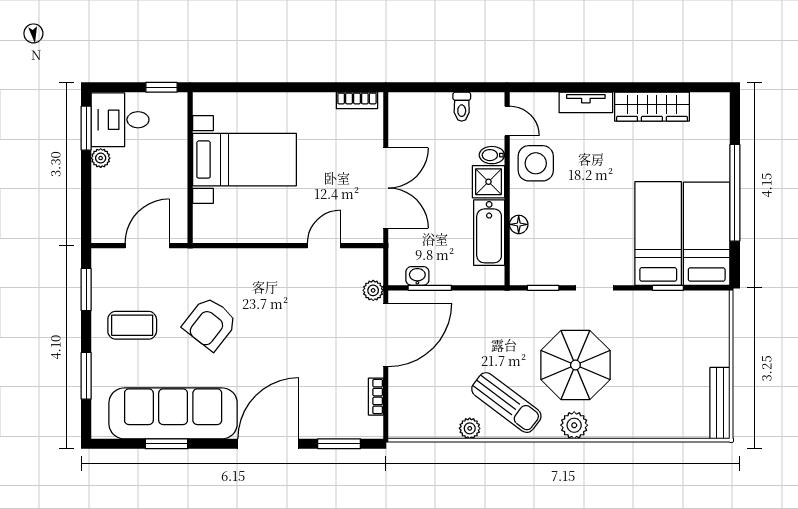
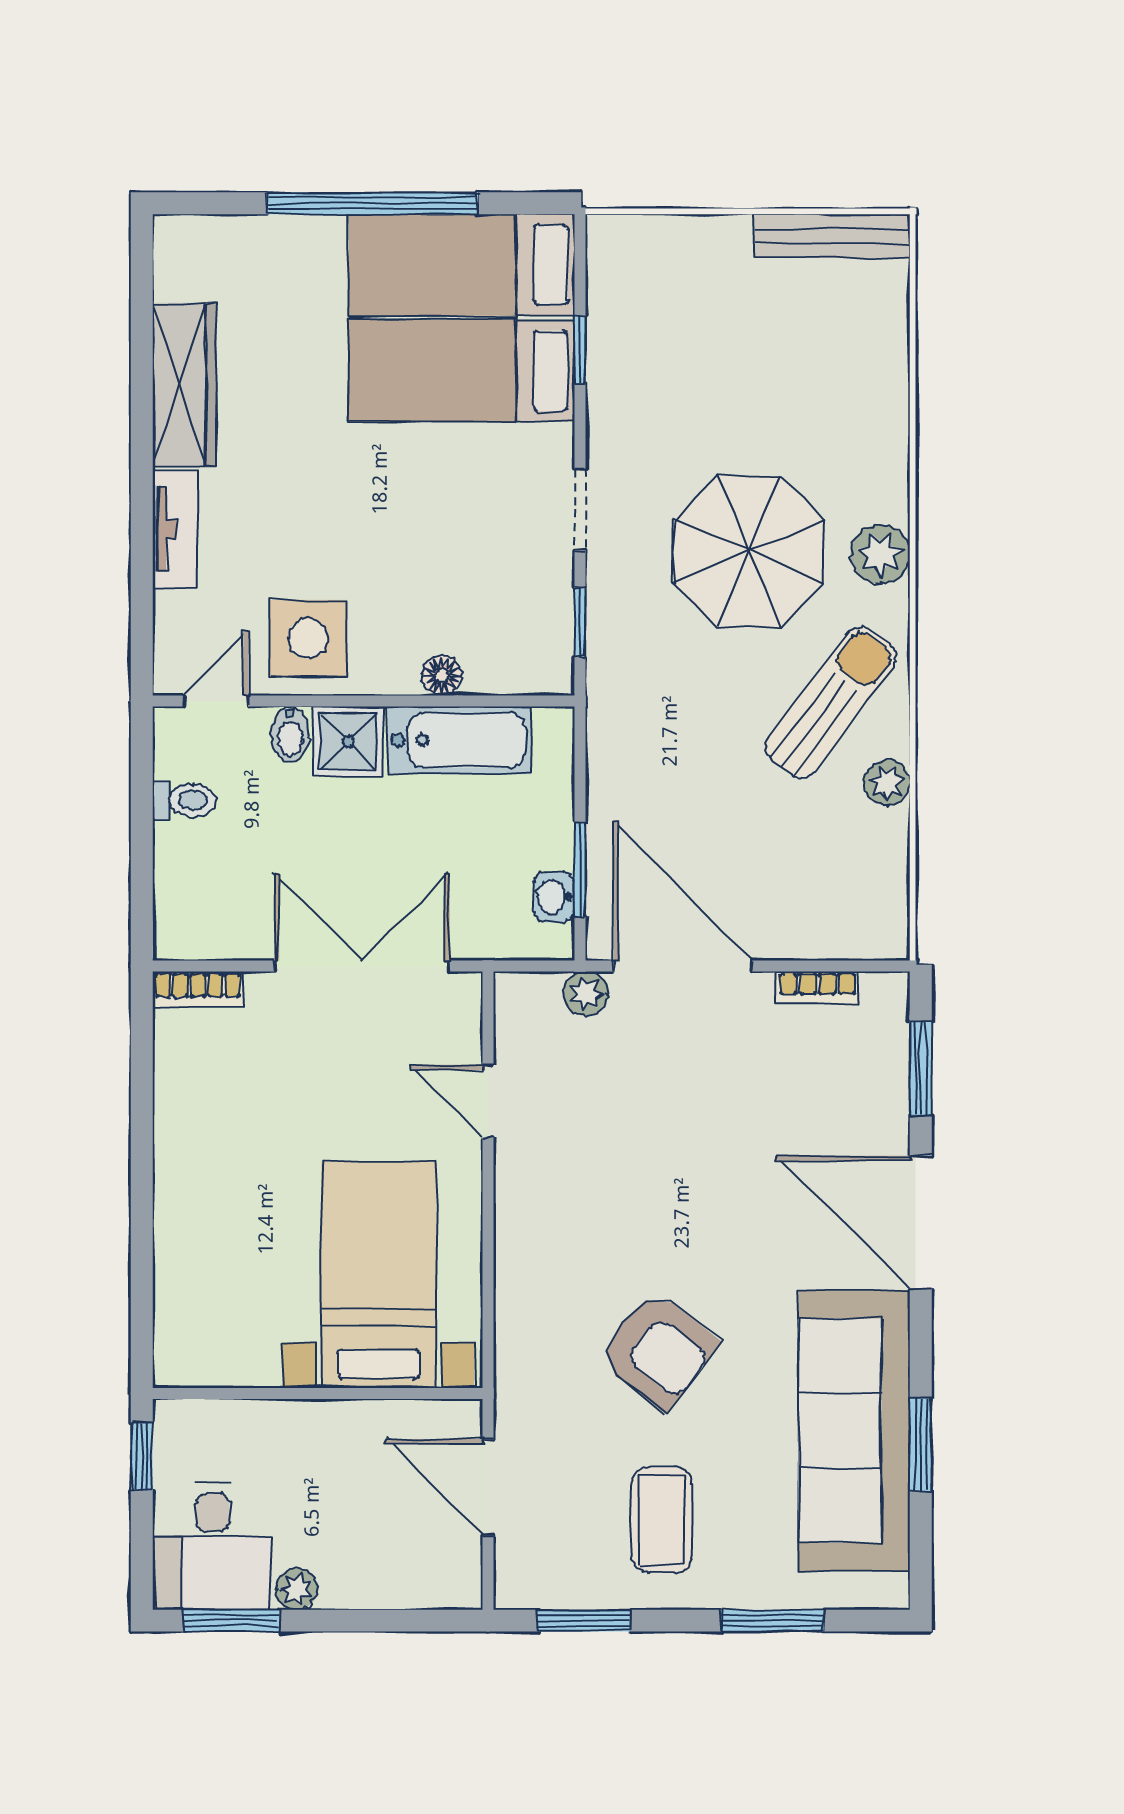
bookcase: (357, 100) -> (198, 990), moved, turned 90
bed with nightstands: (244, 160) -> (378, 1275), moved

